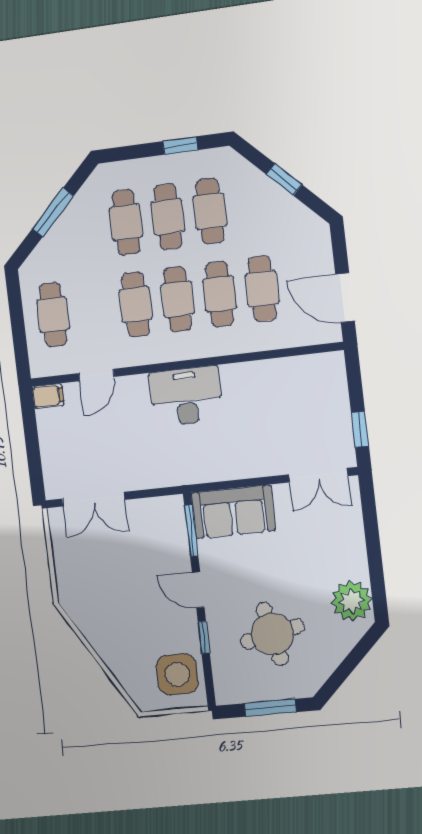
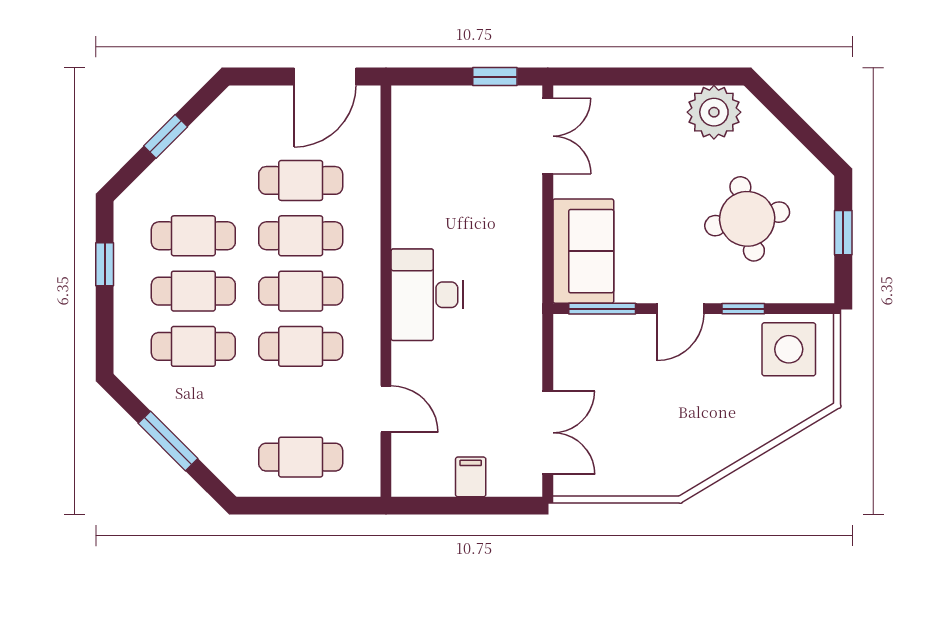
filing cabinet: (48, 396) -> (471, 477), moved
window: (270, 708) -> (843, 233), width x0.67

